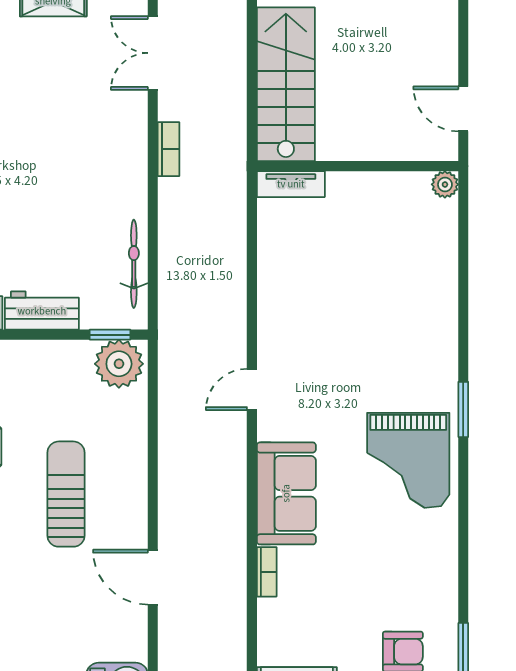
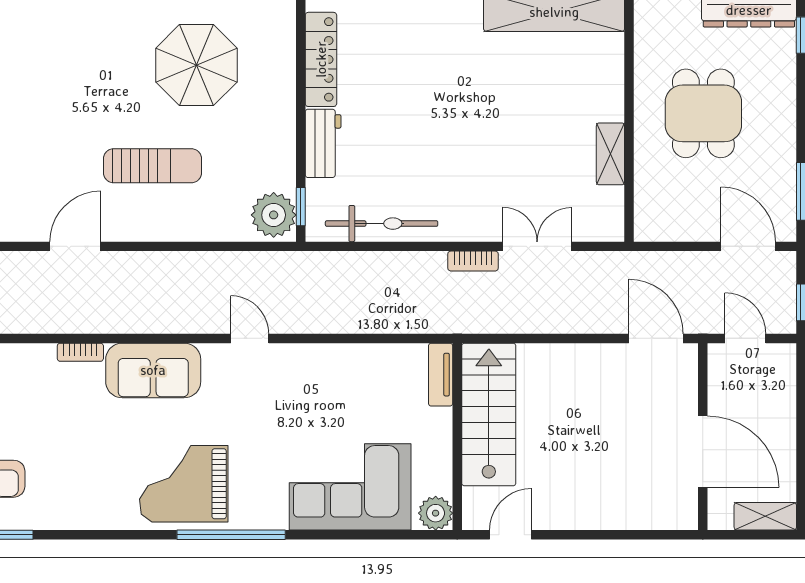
double door: (153, 53) -> (537, 246), moved
stairs: (286, 84) -> (489, 415), moved, turned -90
plant: (445, 184) -> (436, 513), width x1.38, depth x1.38
bicycle: (134, 264) -> (382, 224), width x1.37, depth x1.40
corner sofa: (412, 281) -> (350, 487), added
window: (463, 409) -> (231, 535), width x2.11

